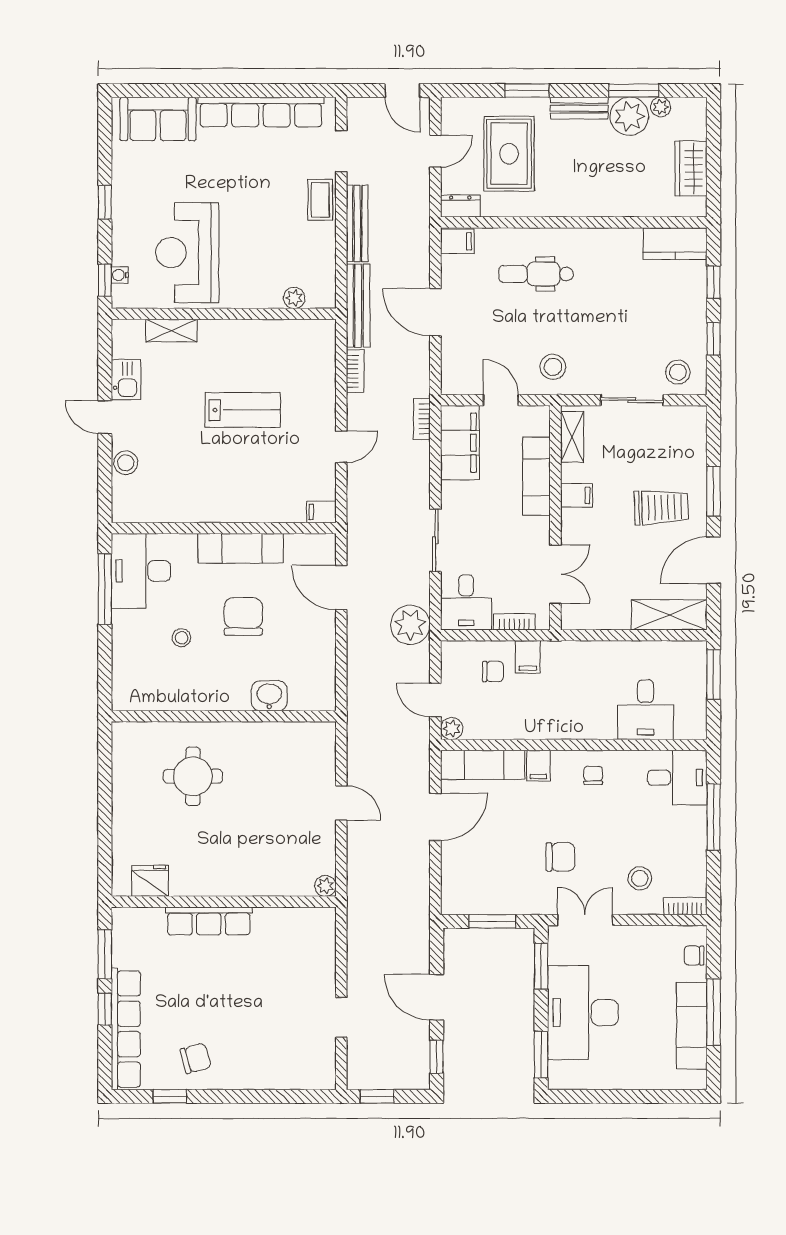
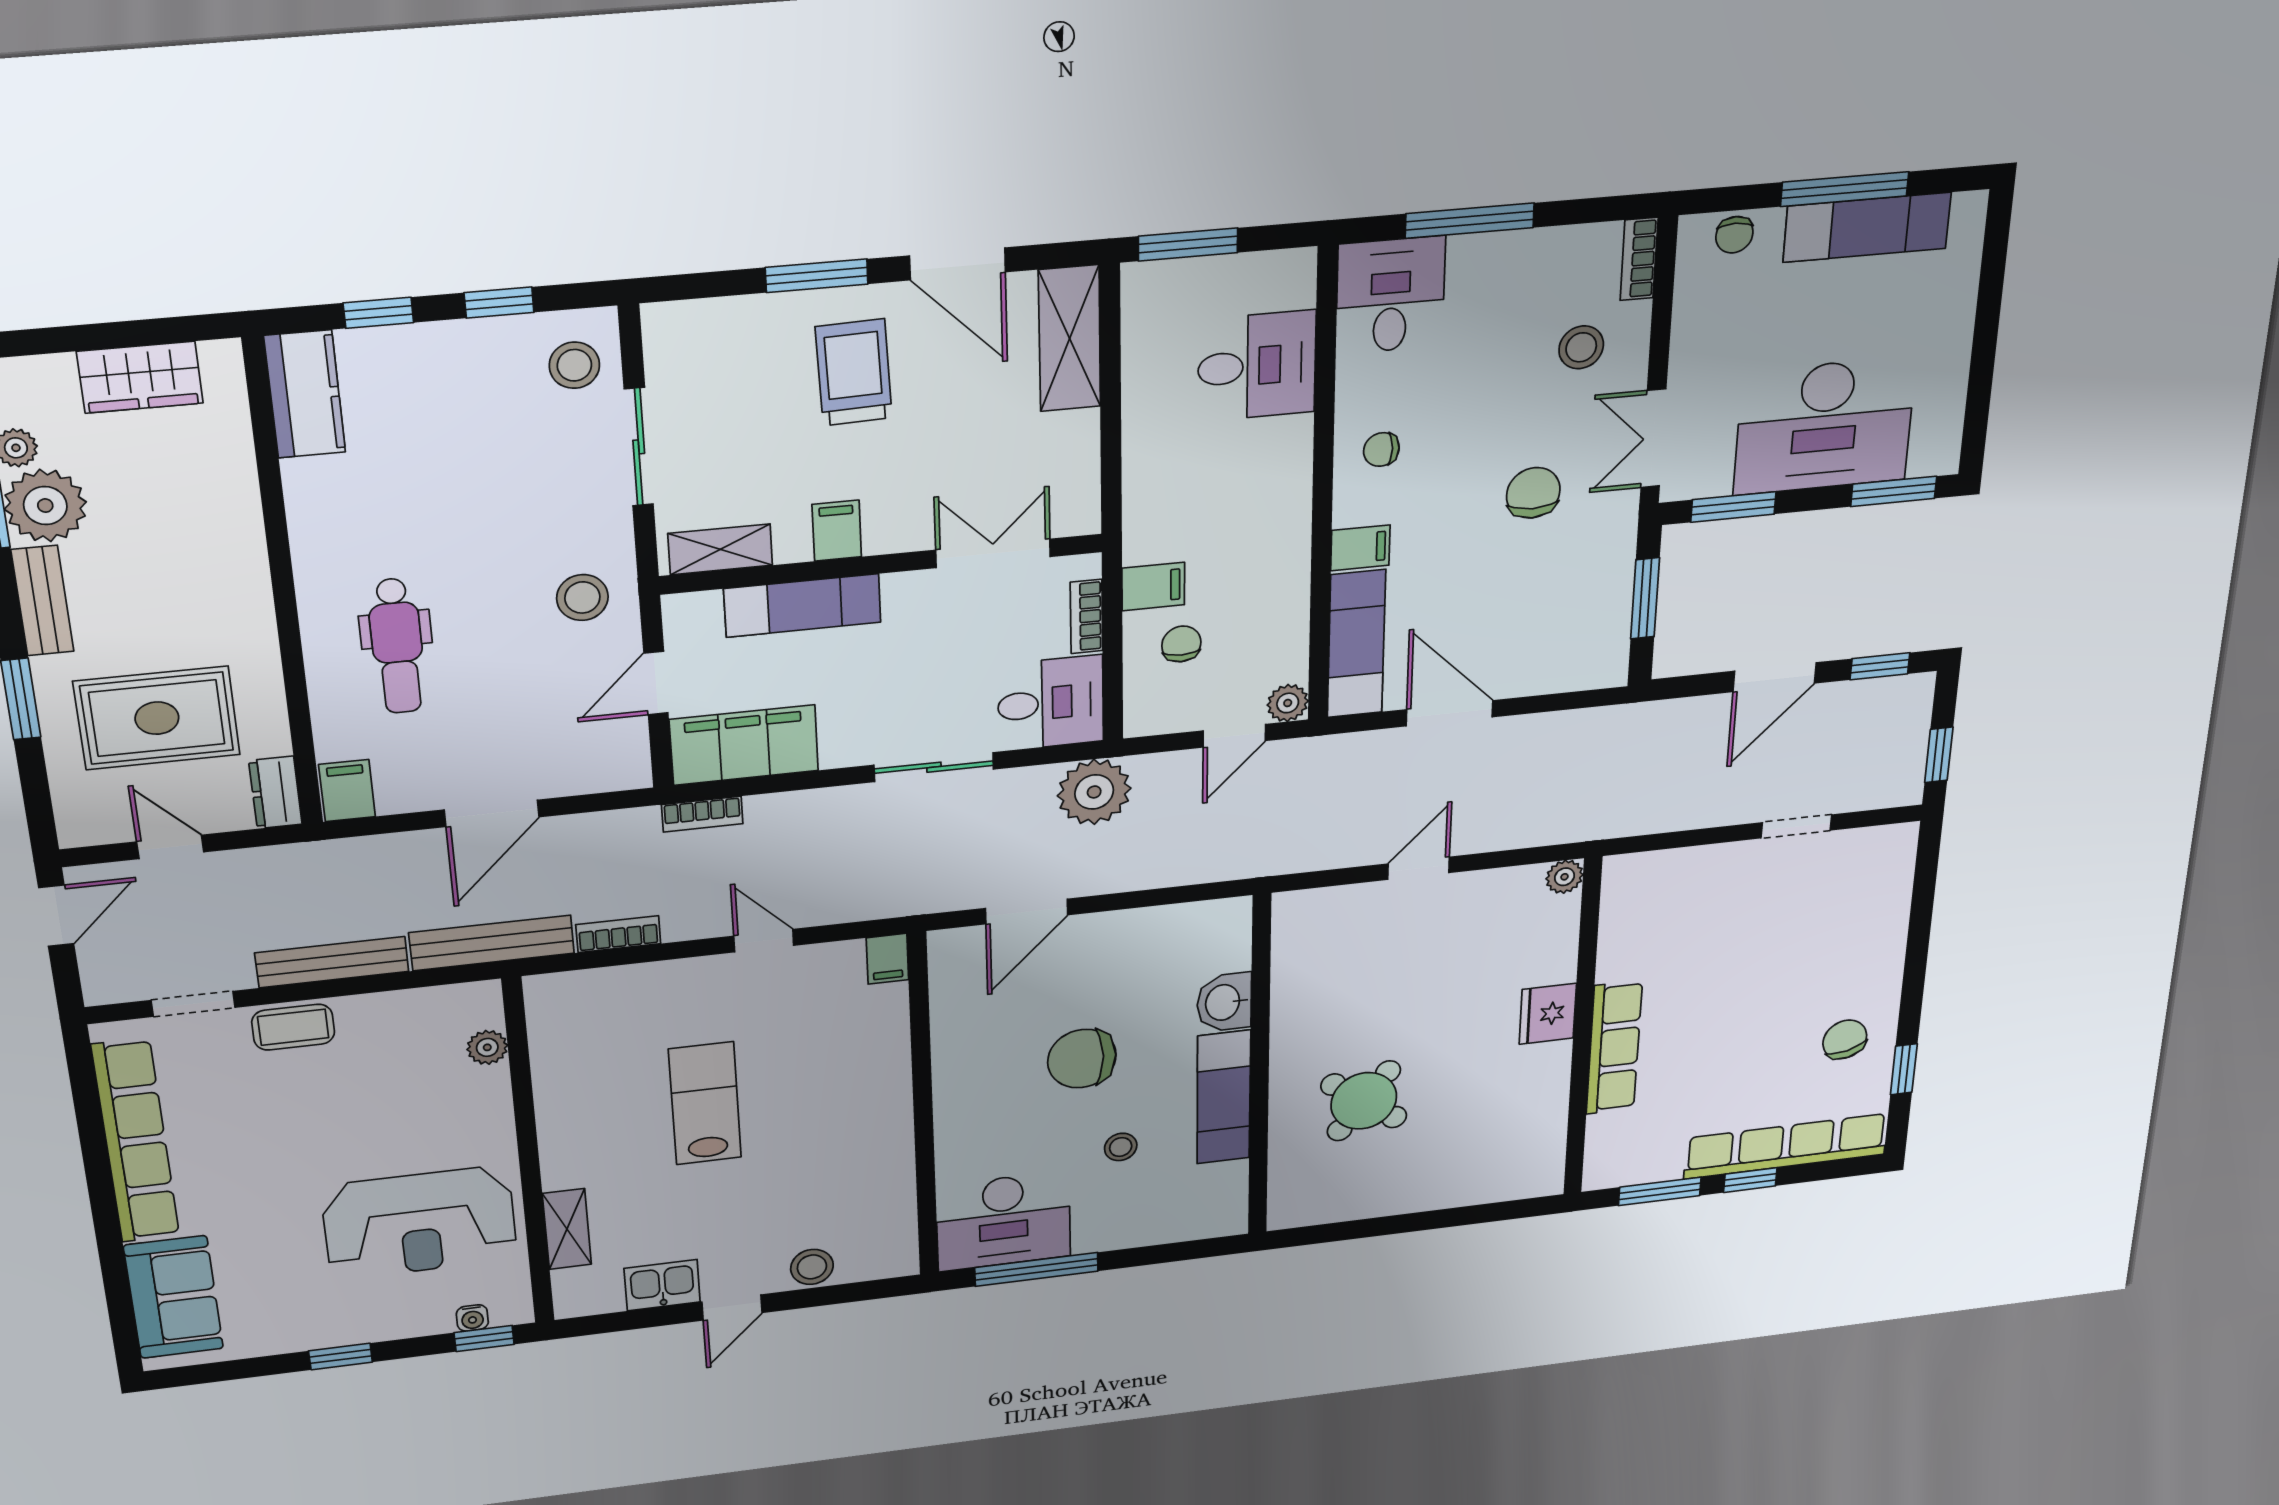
exam couch: (241, 548) -> (1224, 1097), moved, turned 180
round table: (193, 776) -> (1364, 1101), turned 37
fridge: (150, 881) -> (1548, 1014), moved

